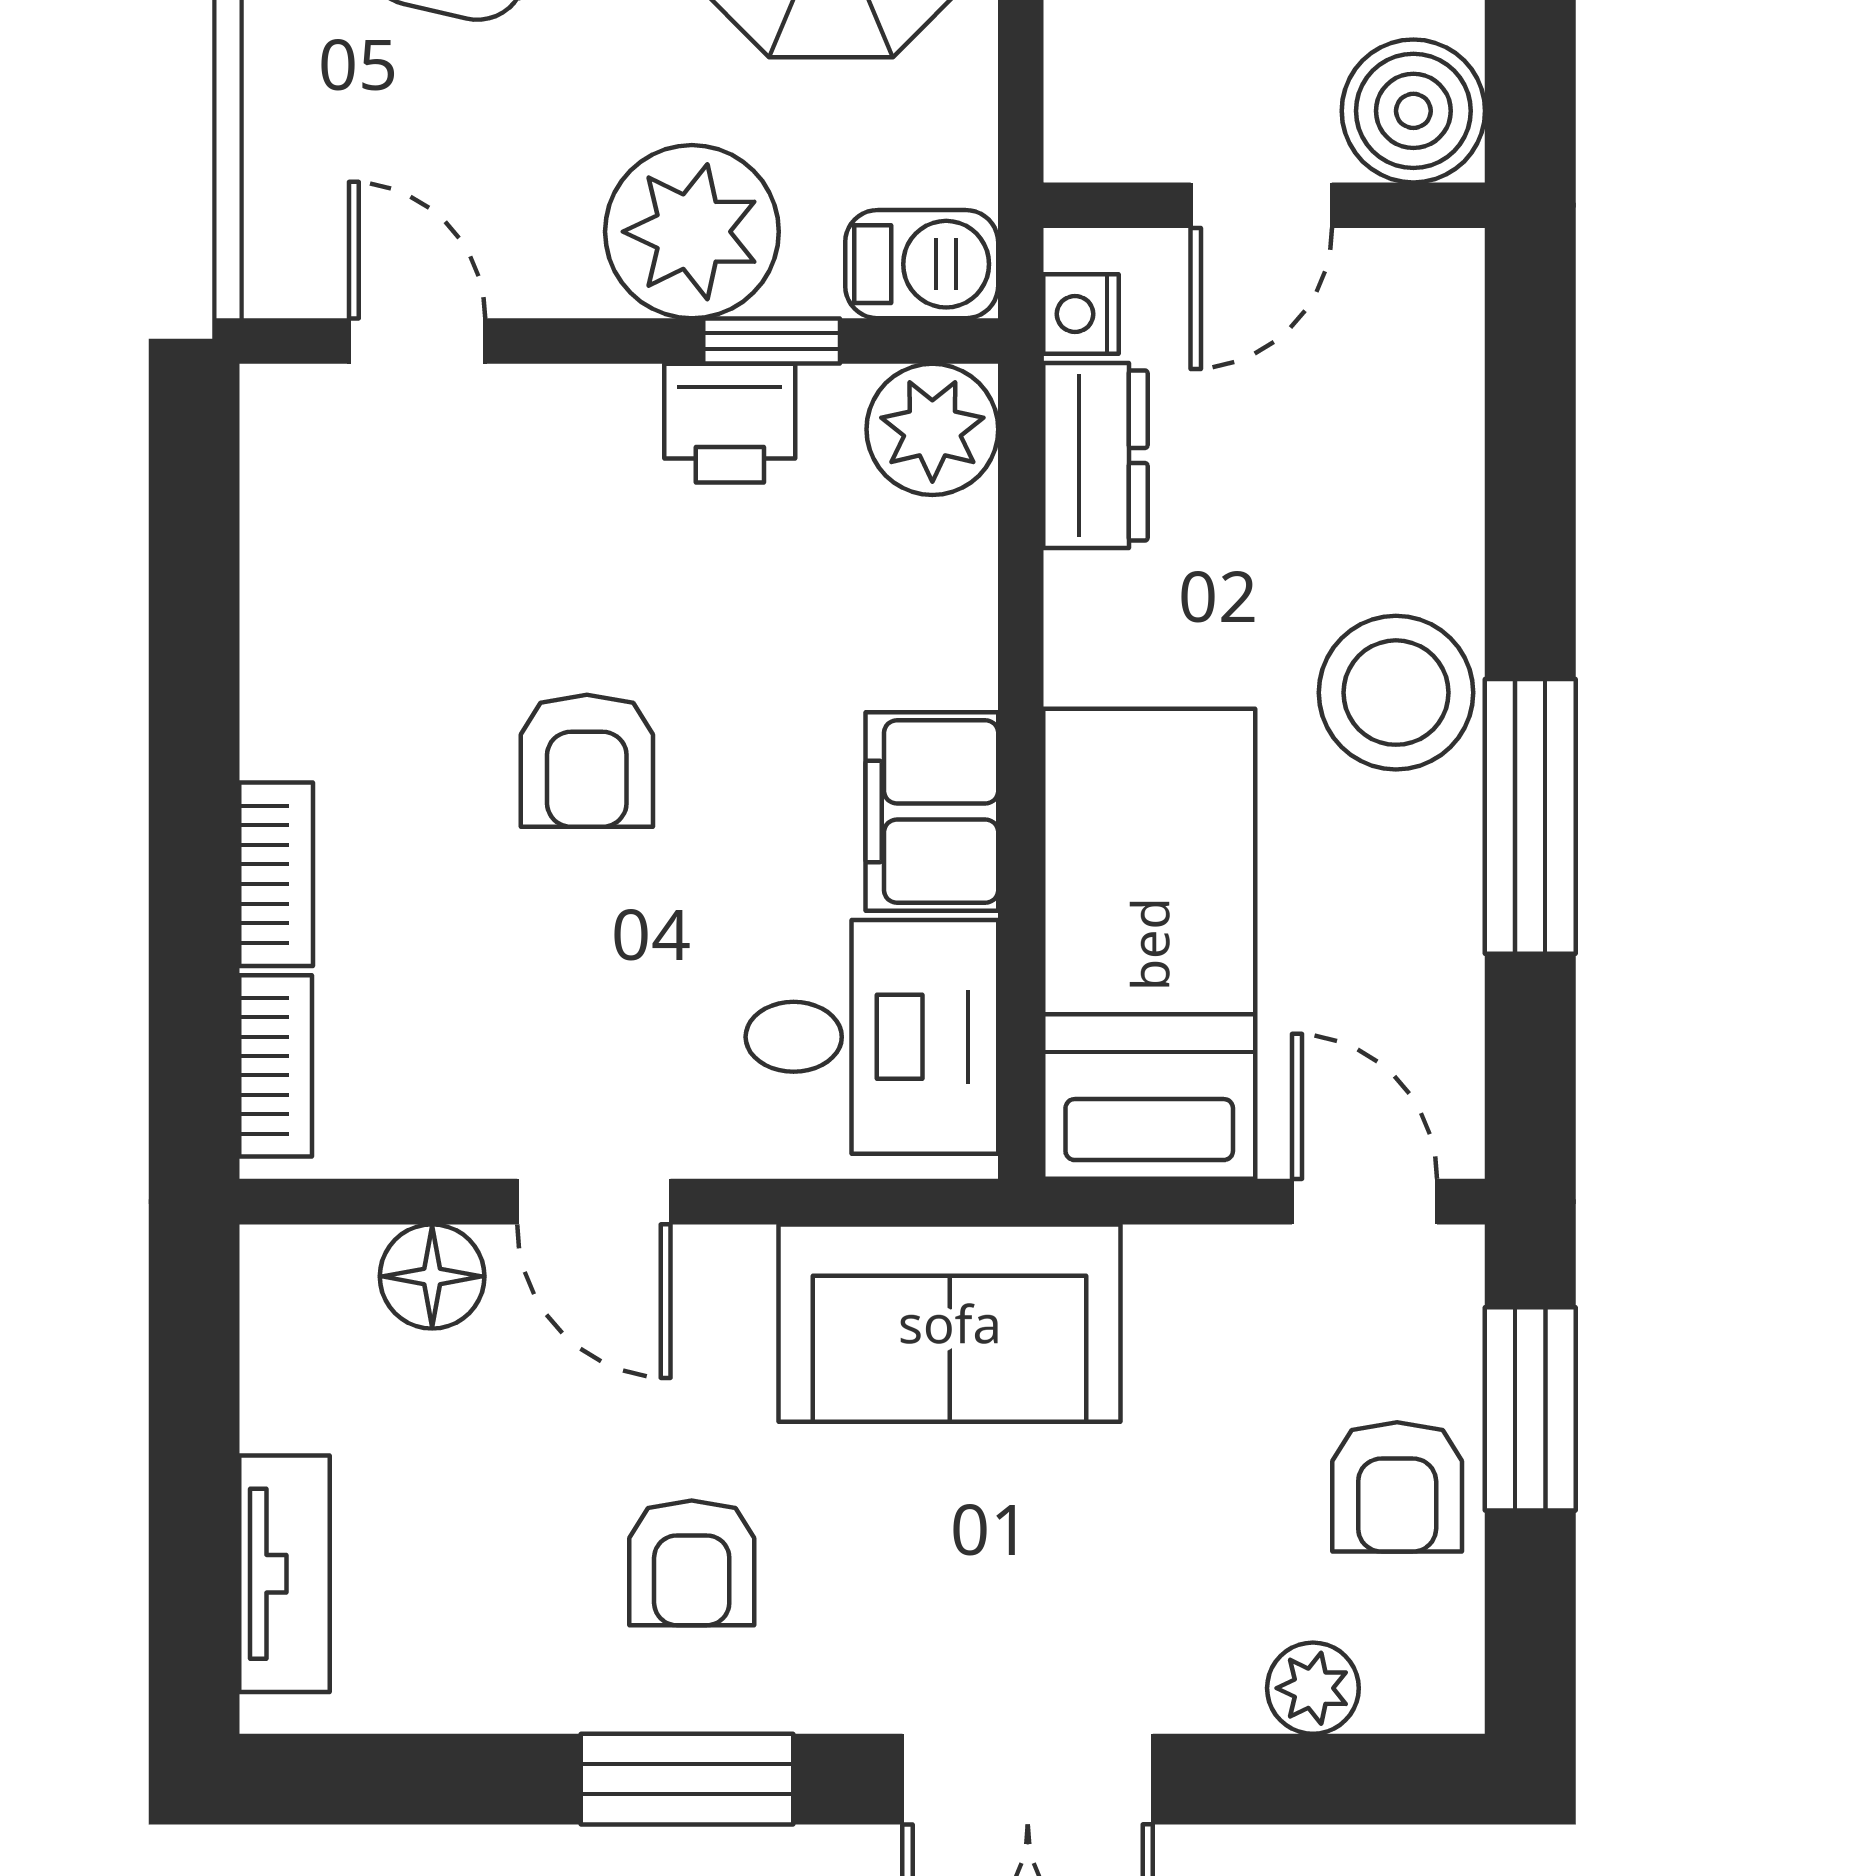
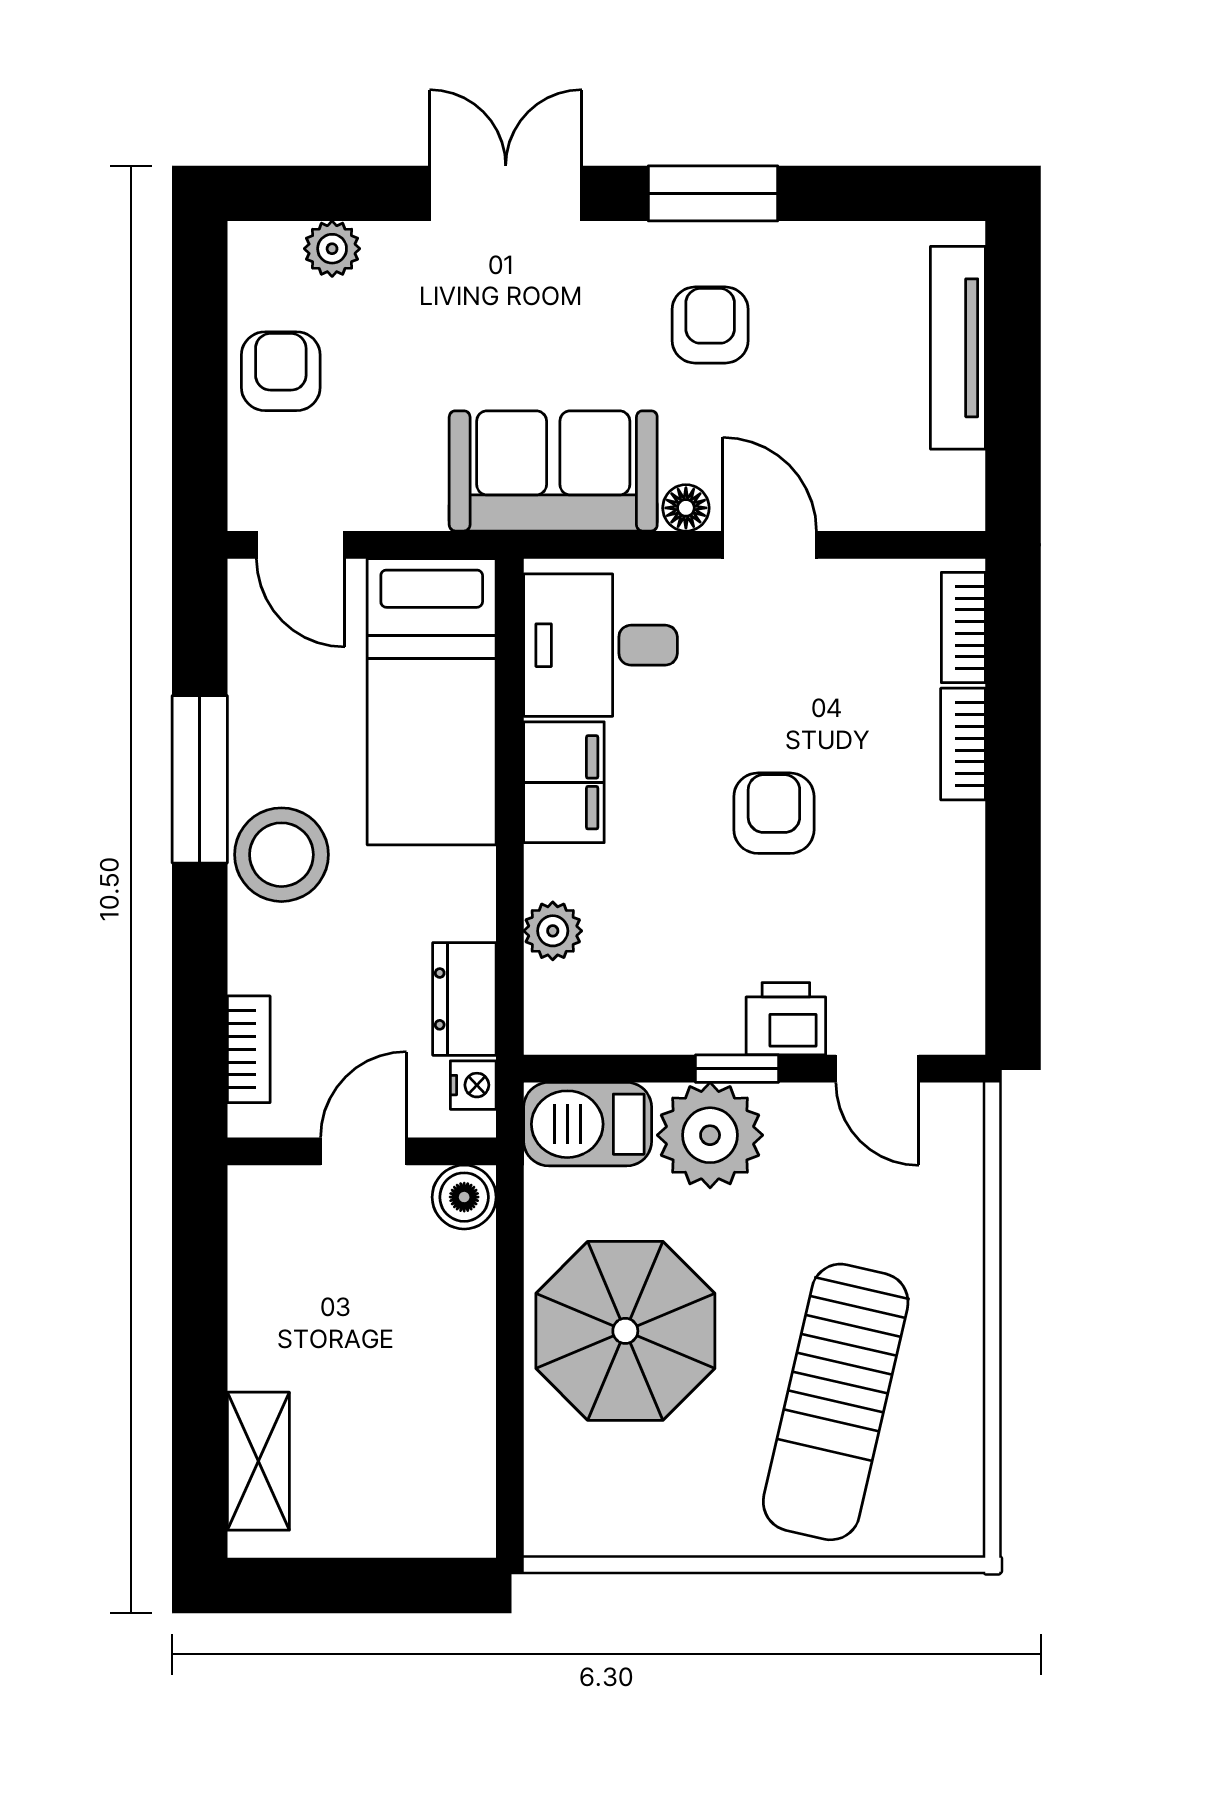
boiler: (1413, 111) -> (464, 1197), moved, width x0.73, depth x0.73
barbecue: (922, 264) -> (588, 1124), width x1.38, depth x1.27
window: (772, 341) -> (737, 1069), moved
bookcase: (1450, 373) -> (249, 1049), added
printer: (730, 423) -> (786, 1019), moved
plant: (932, 429) -> (553, 931), moved, width x0.73, depth x0.73
floor lamp: (432, 1276) -> (686, 508), moved, width x0.73, depth x0.73
window: (1530, 1409) -> (200, 419), removed
tv unit: (285, 1574) -> (958, 348), width x1.41

